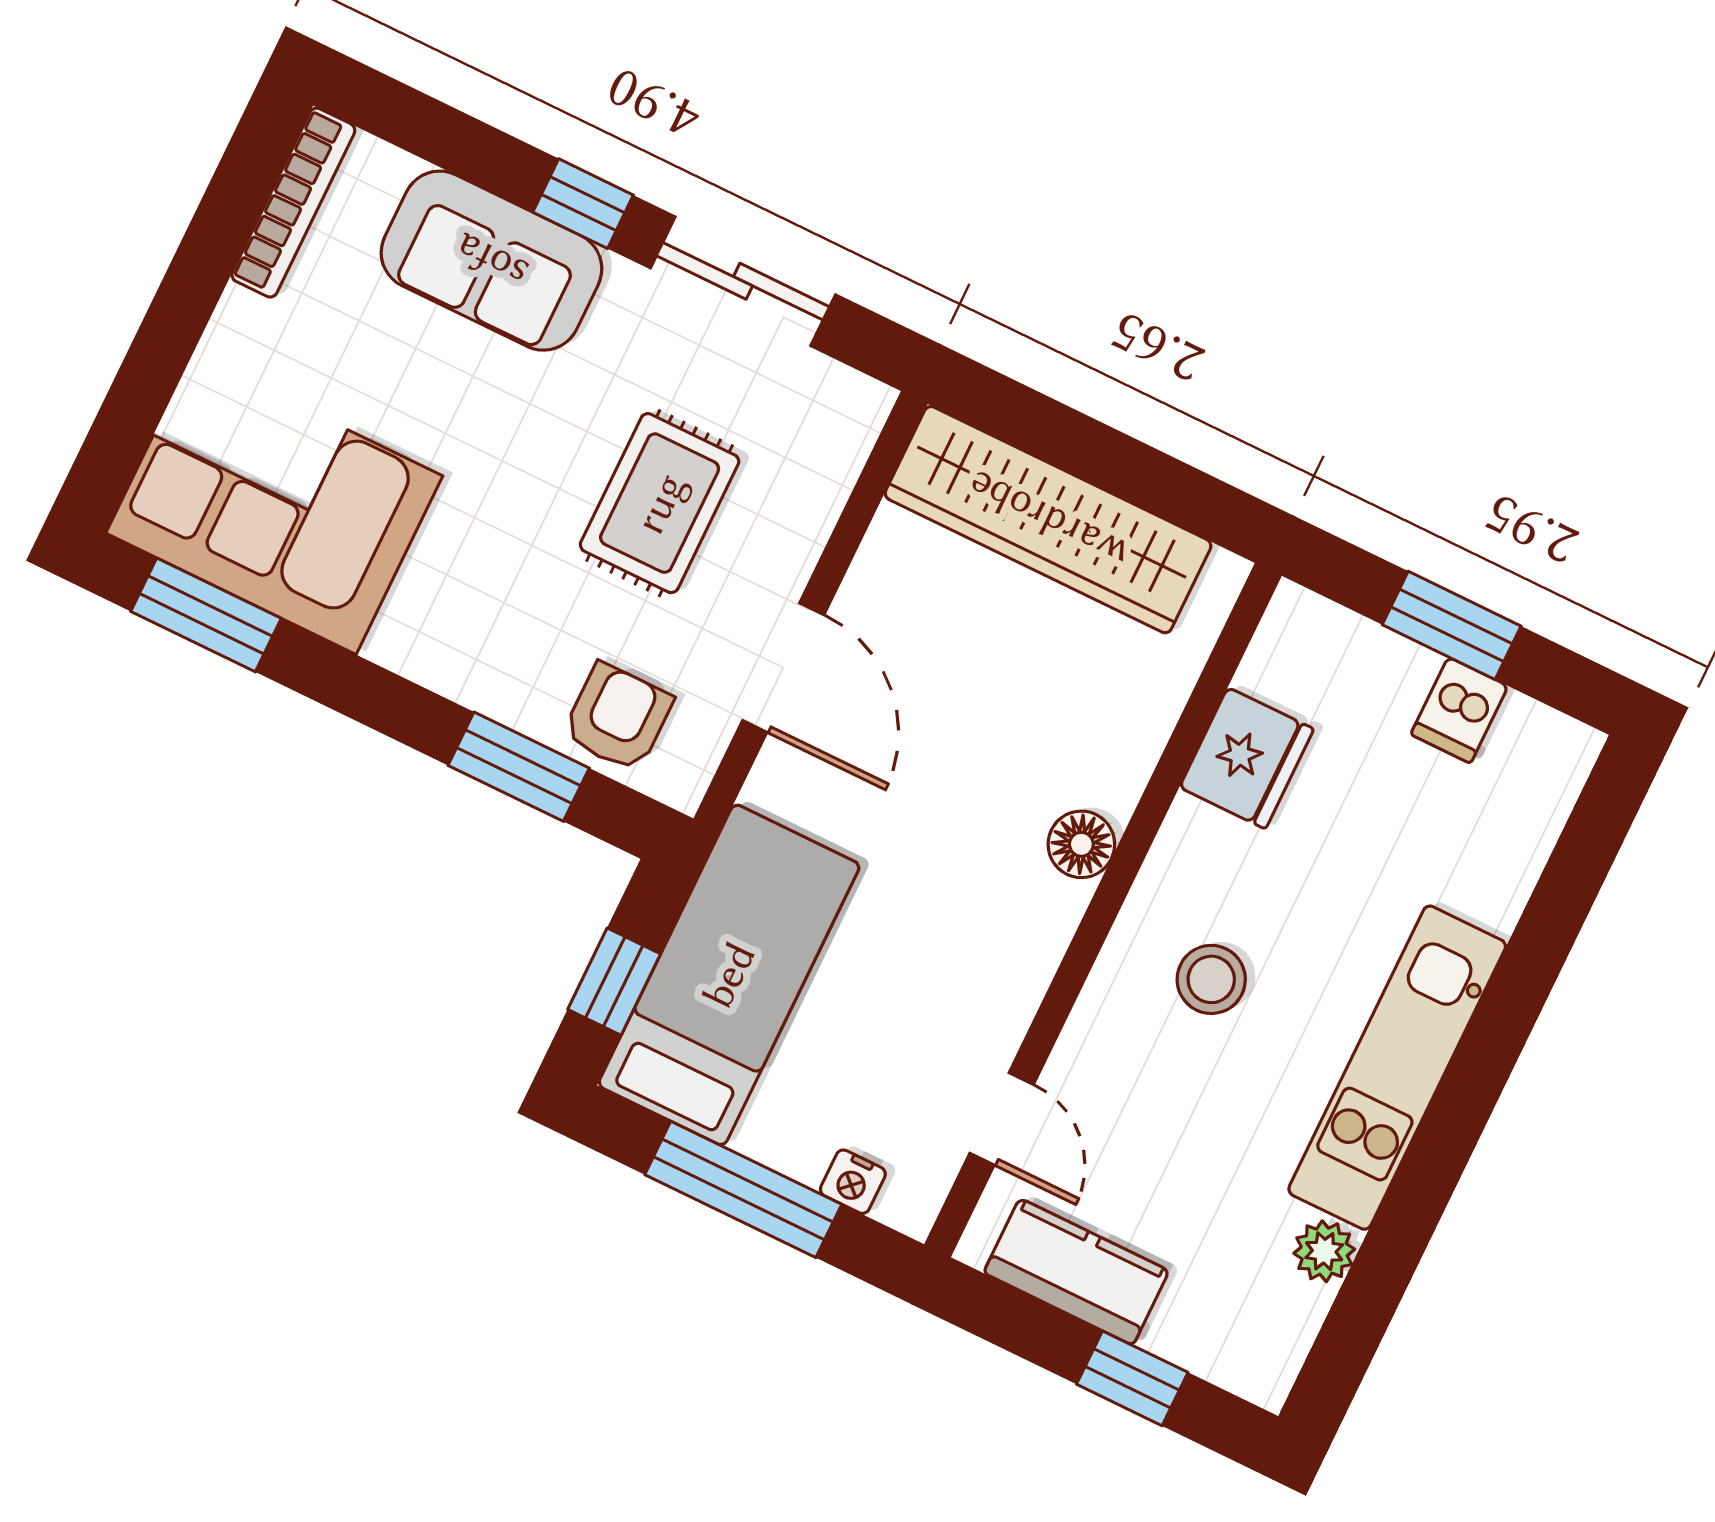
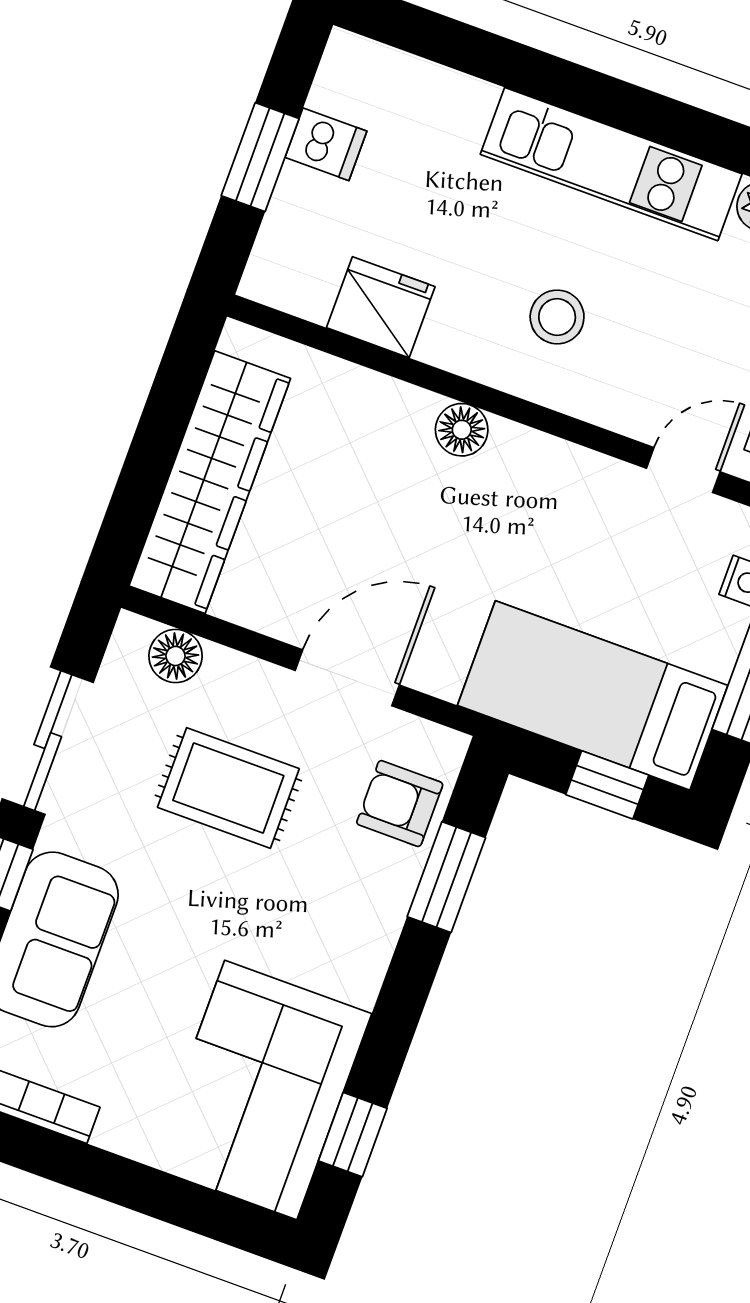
floor lamp: (833, 454) -> (176, 656), added
window: (206, 615) -> (353, 1135), width x0.67

